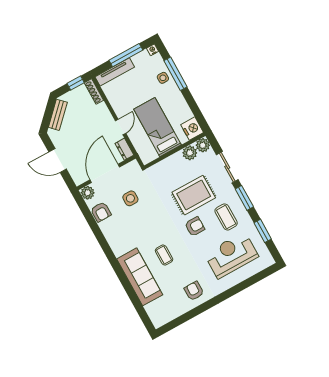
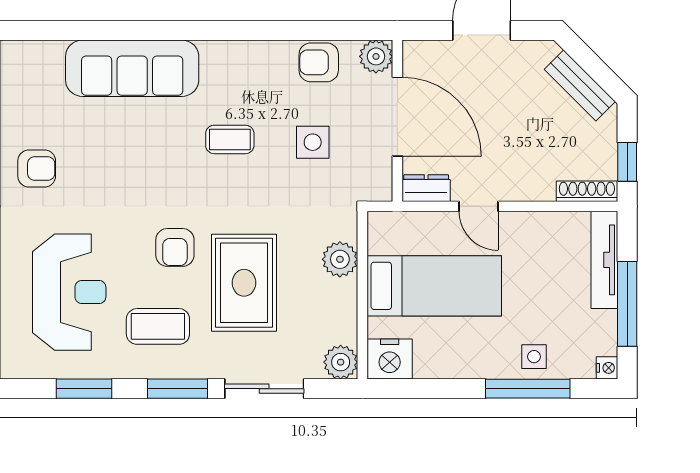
plant: (190, 153) -> (340, 259), moved
coffee table: (164, 255) -> (230, 139), moved

